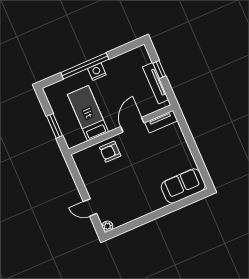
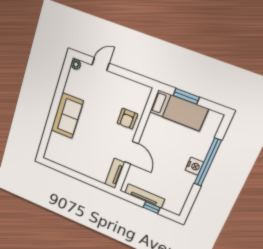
bed: (88, 113) -> (179, 110), moved
armchair: (110, 152) -> (127, 119), turned 180
sofa: (183, 186) -> (67, 116), moved

